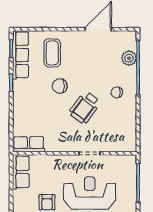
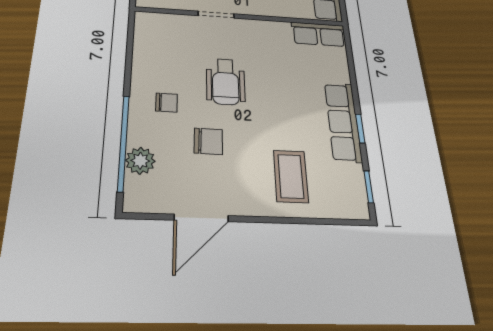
row of seats: (20, 55) -> (343, 122), moved
chair: (60, 86) -> (208, 141), moved
wheelchair: (85, 108) -> (226, 82), turned 143

